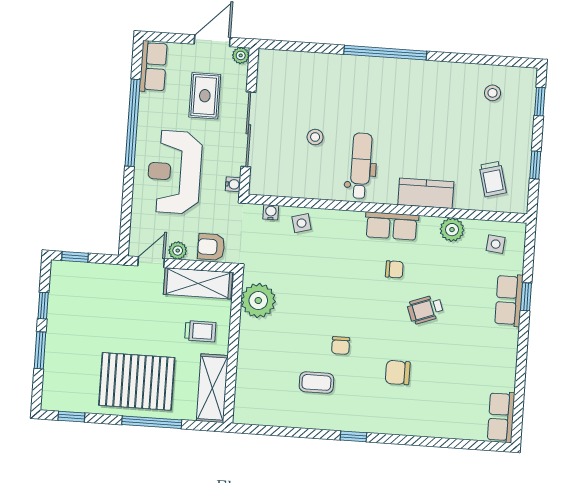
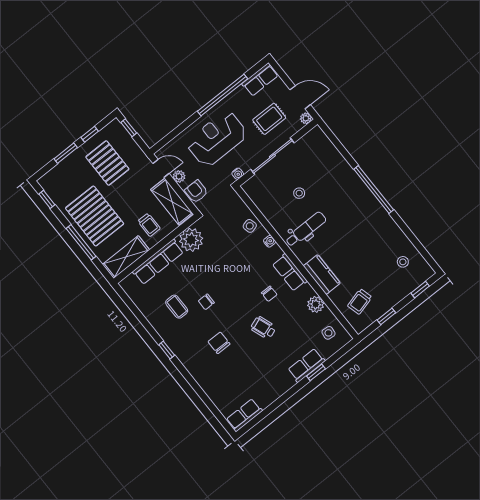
water cooler: (271, 212) -> (270, 241), moved
pallet: (92, 315) -> (107, 163), added
row of seats: (249, 358) -> (158, 262), added

